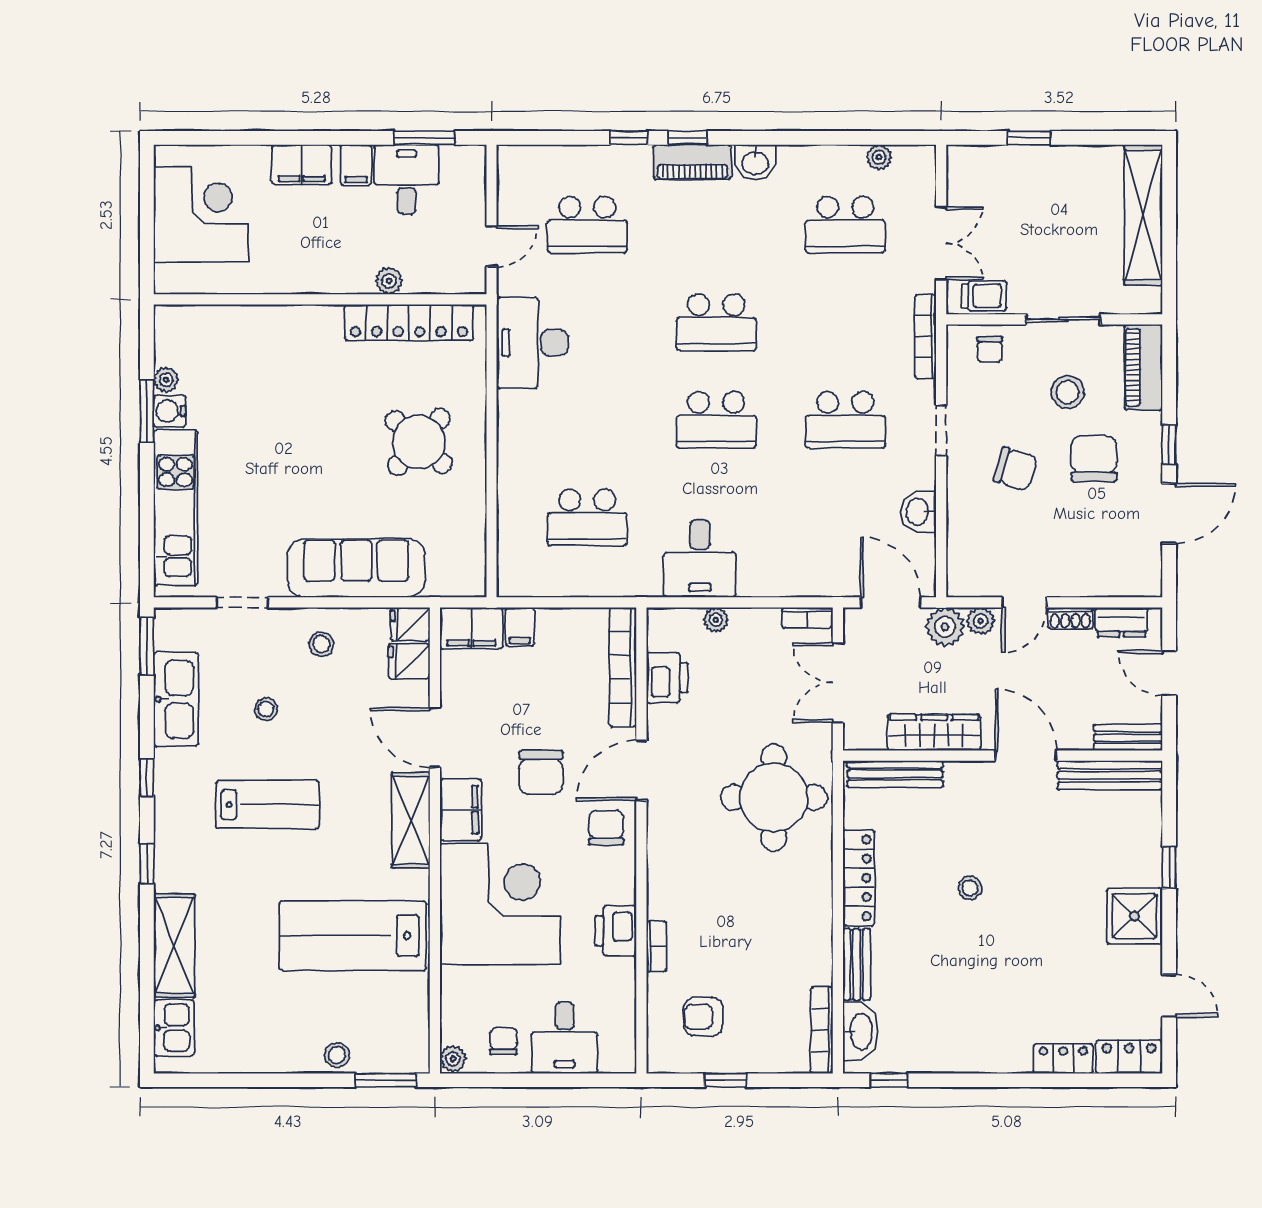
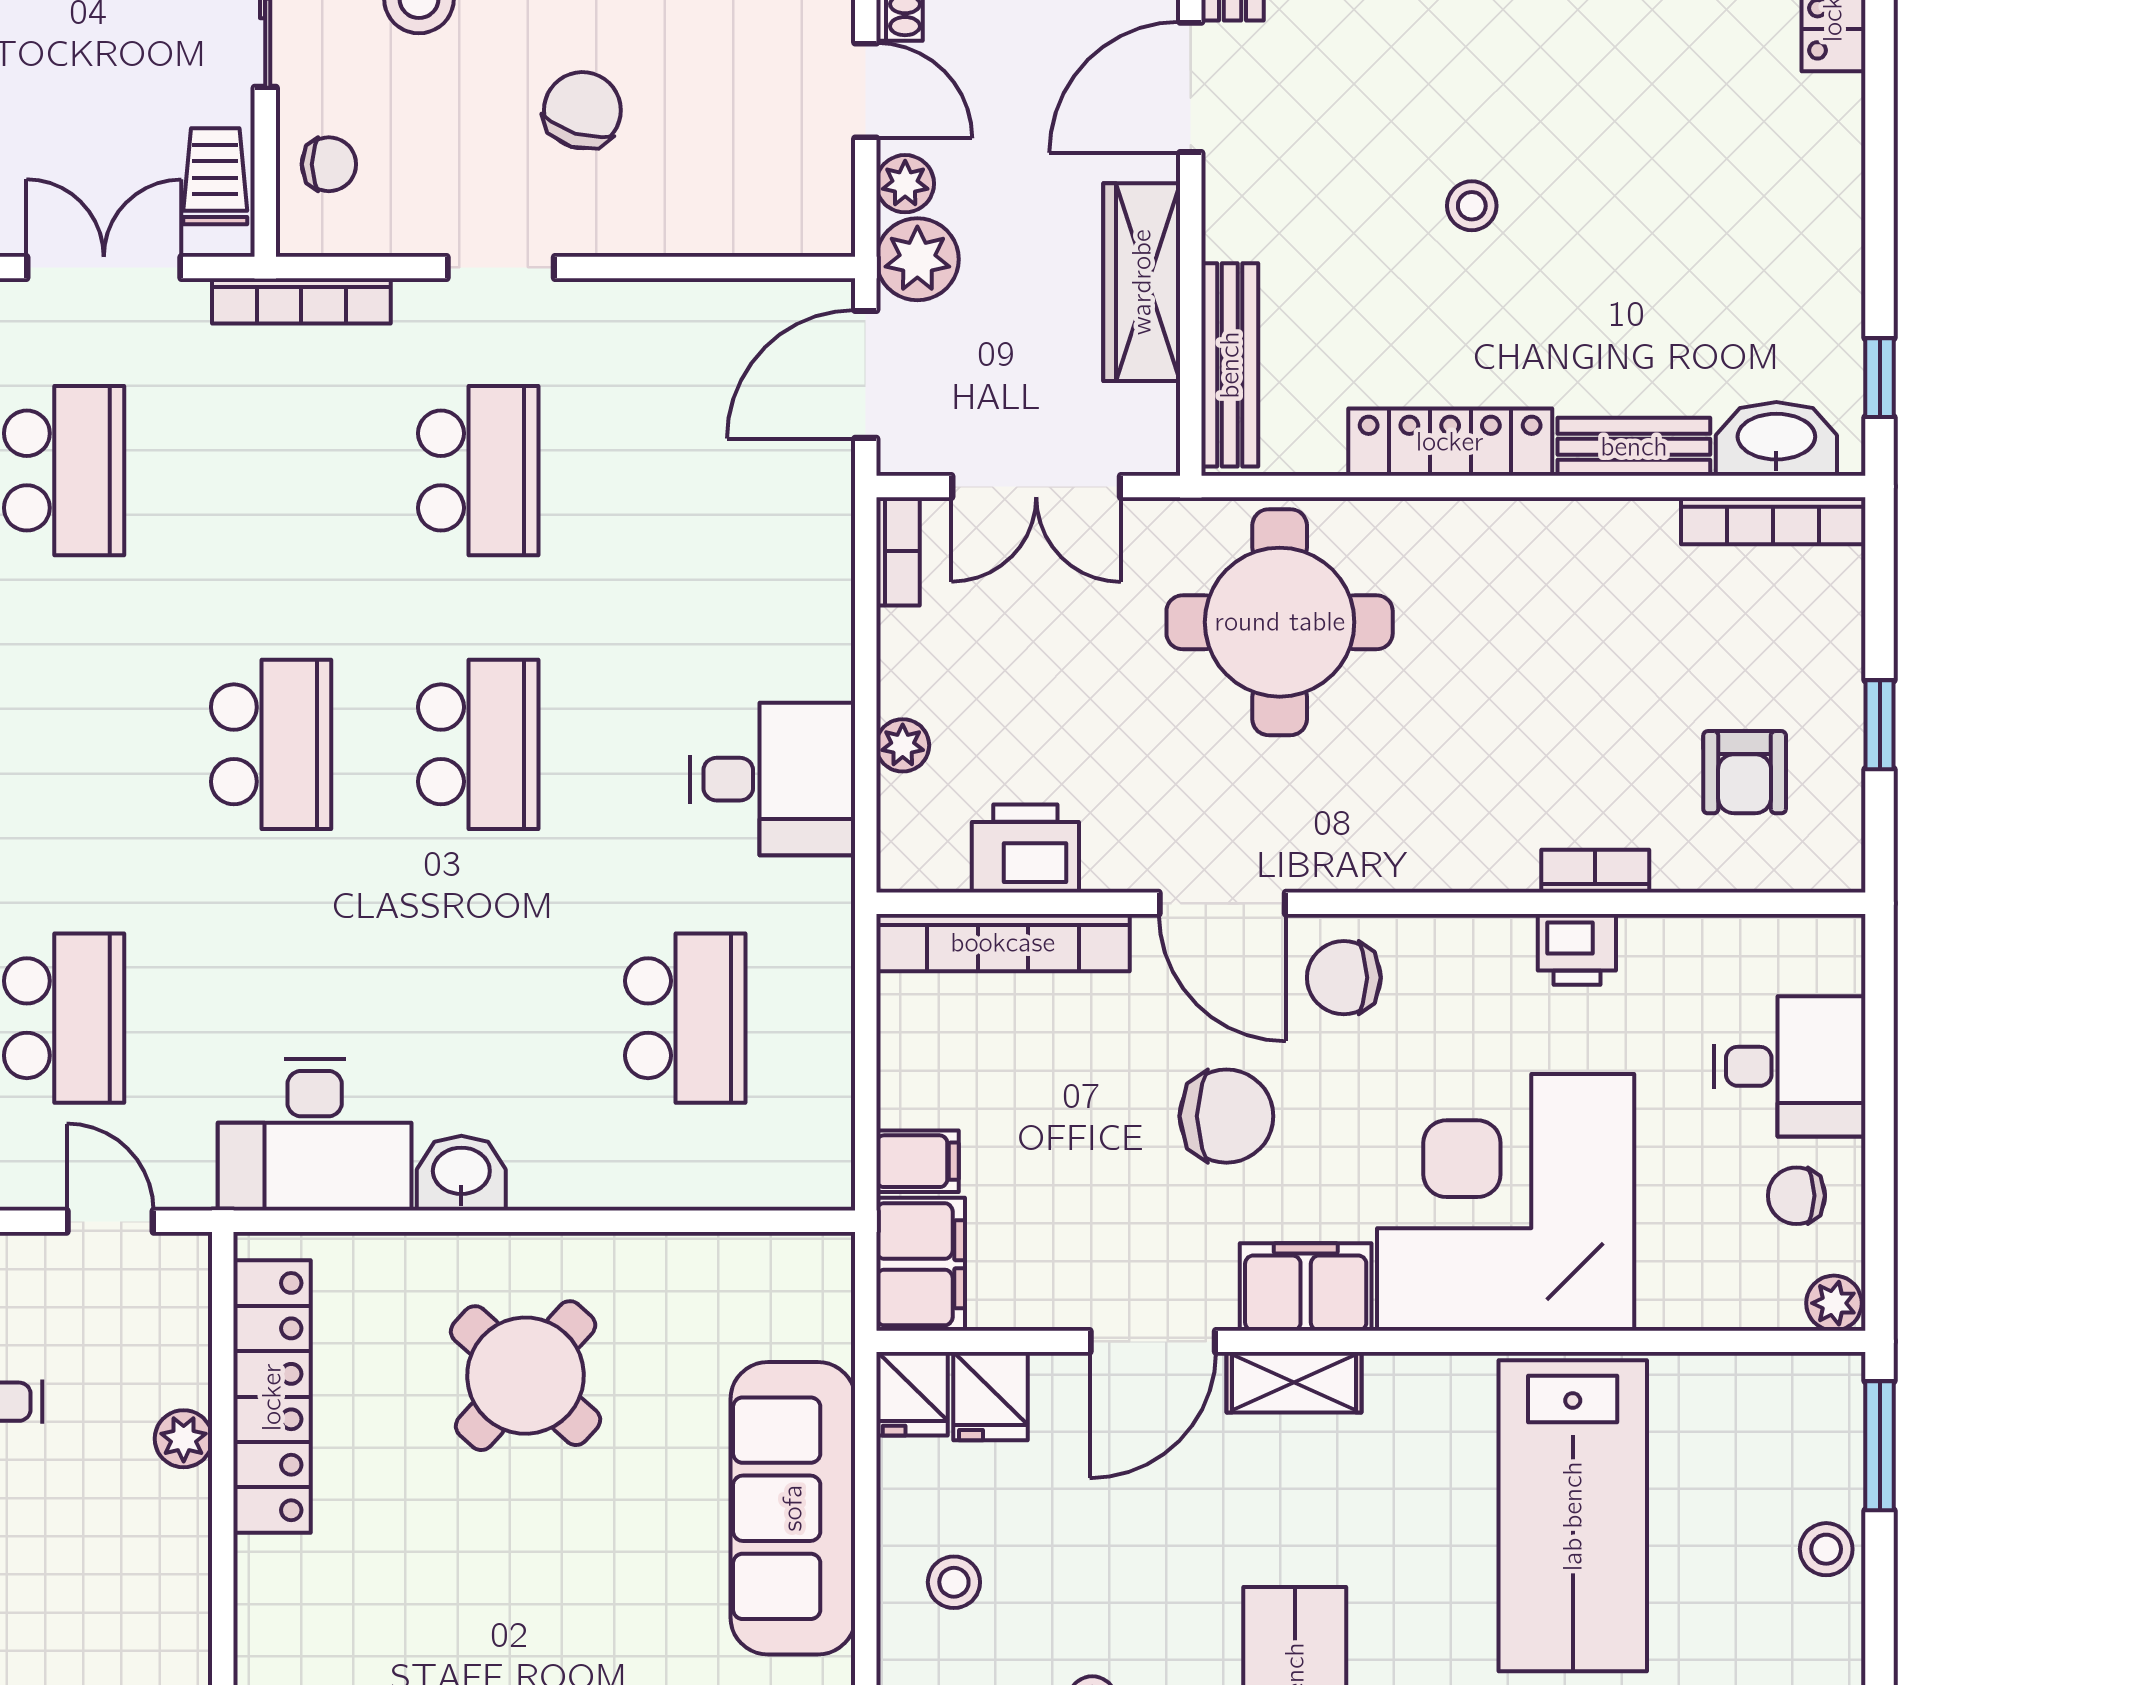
washbasin: (918, 512) -> (461, 1173), moved, turned 180
shelving: (411, 820) -> (1294, 1382), width x0.67, depth x0.75
printer: (616, 931) -> (1577, 949), width x0.73, depth x0.81

